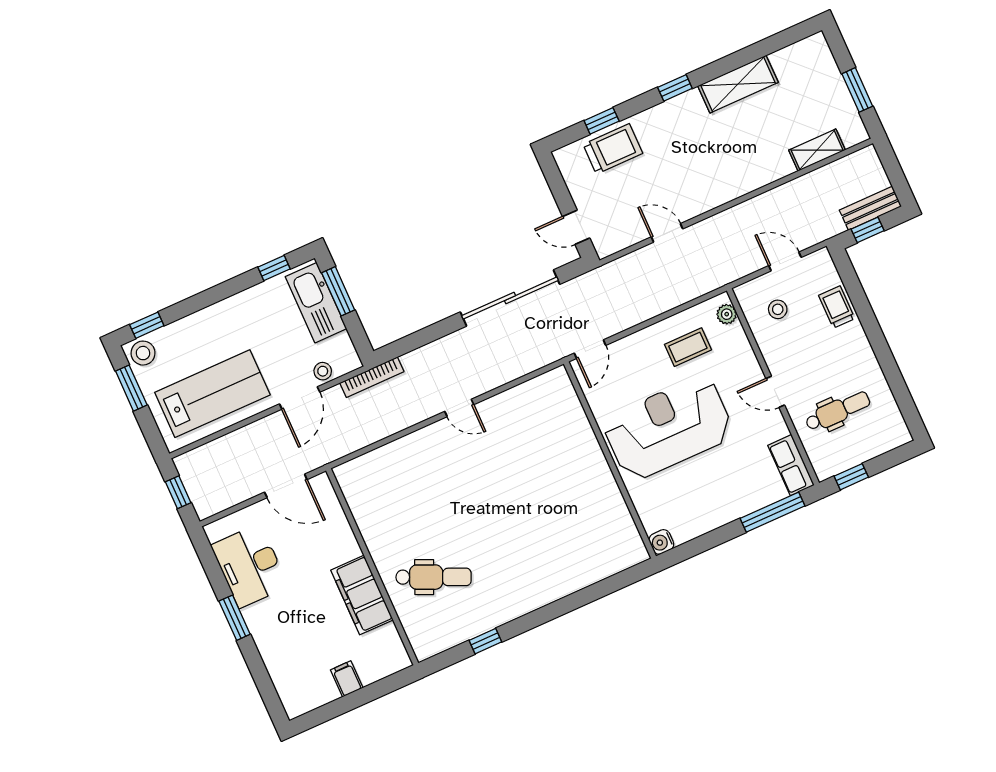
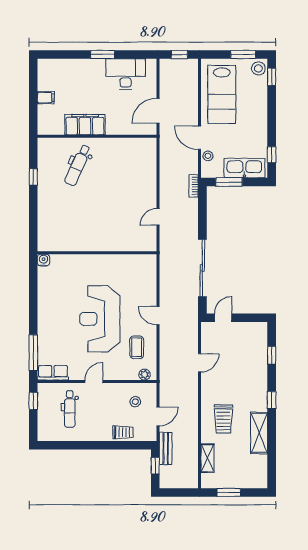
trolley: (613, 149) -> (223, 419), moved
bench: (870, 208) -> (166, 448), moved
window: (338, 291) -> (229, 182), moved
door: (590, 349) -> (158, 316), moved
bookcase: (372, 377) -> (194, 186), width x0.64
reception desk: (668, 428) -> (100, 319), turned 180
wall: (610, 460) -> (97, 253), moved
water cooler: (661, 542) -> (43, 260), moved

